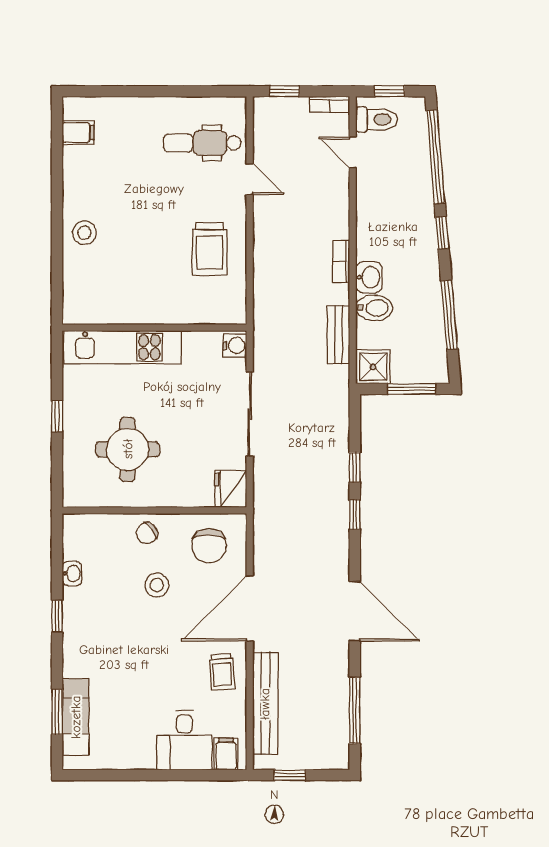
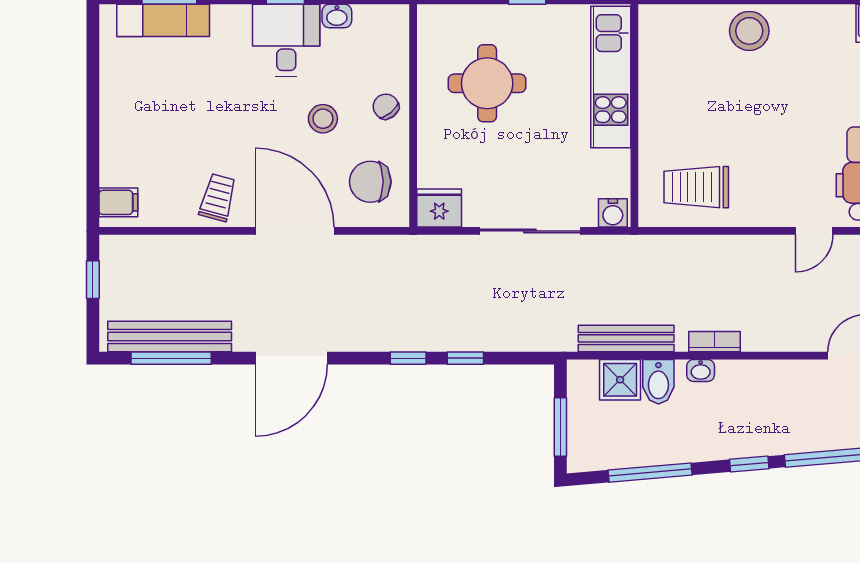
stool: (84, 233) -> (749, 31), width x1.38, depth x1.38
trolley: (210, 249) -> (696, 187), moved
washbasin: (369, 277) -> (701, 370), width x0.72, depth x0.69
bench: (338, 335) -> (626, 338), width x1.36
shower: (373, 367) -> (620, 380), moved
trolley: (222, 672) -> (218, 198), turned 109
bench: (265, 704) -> (170, 336), moved
desk: (184, 740) -> (286, 40), moved, turned 90

